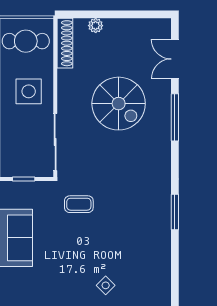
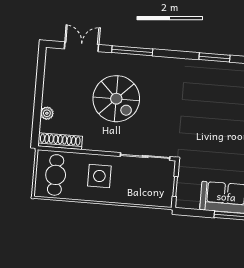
double door: (175, 59) -> (82, 47), swing flipped
spiral stairs: (119, 104) -> (116, 99), turned 90
coffee table: (79, 204) -> (201, 140), removed

